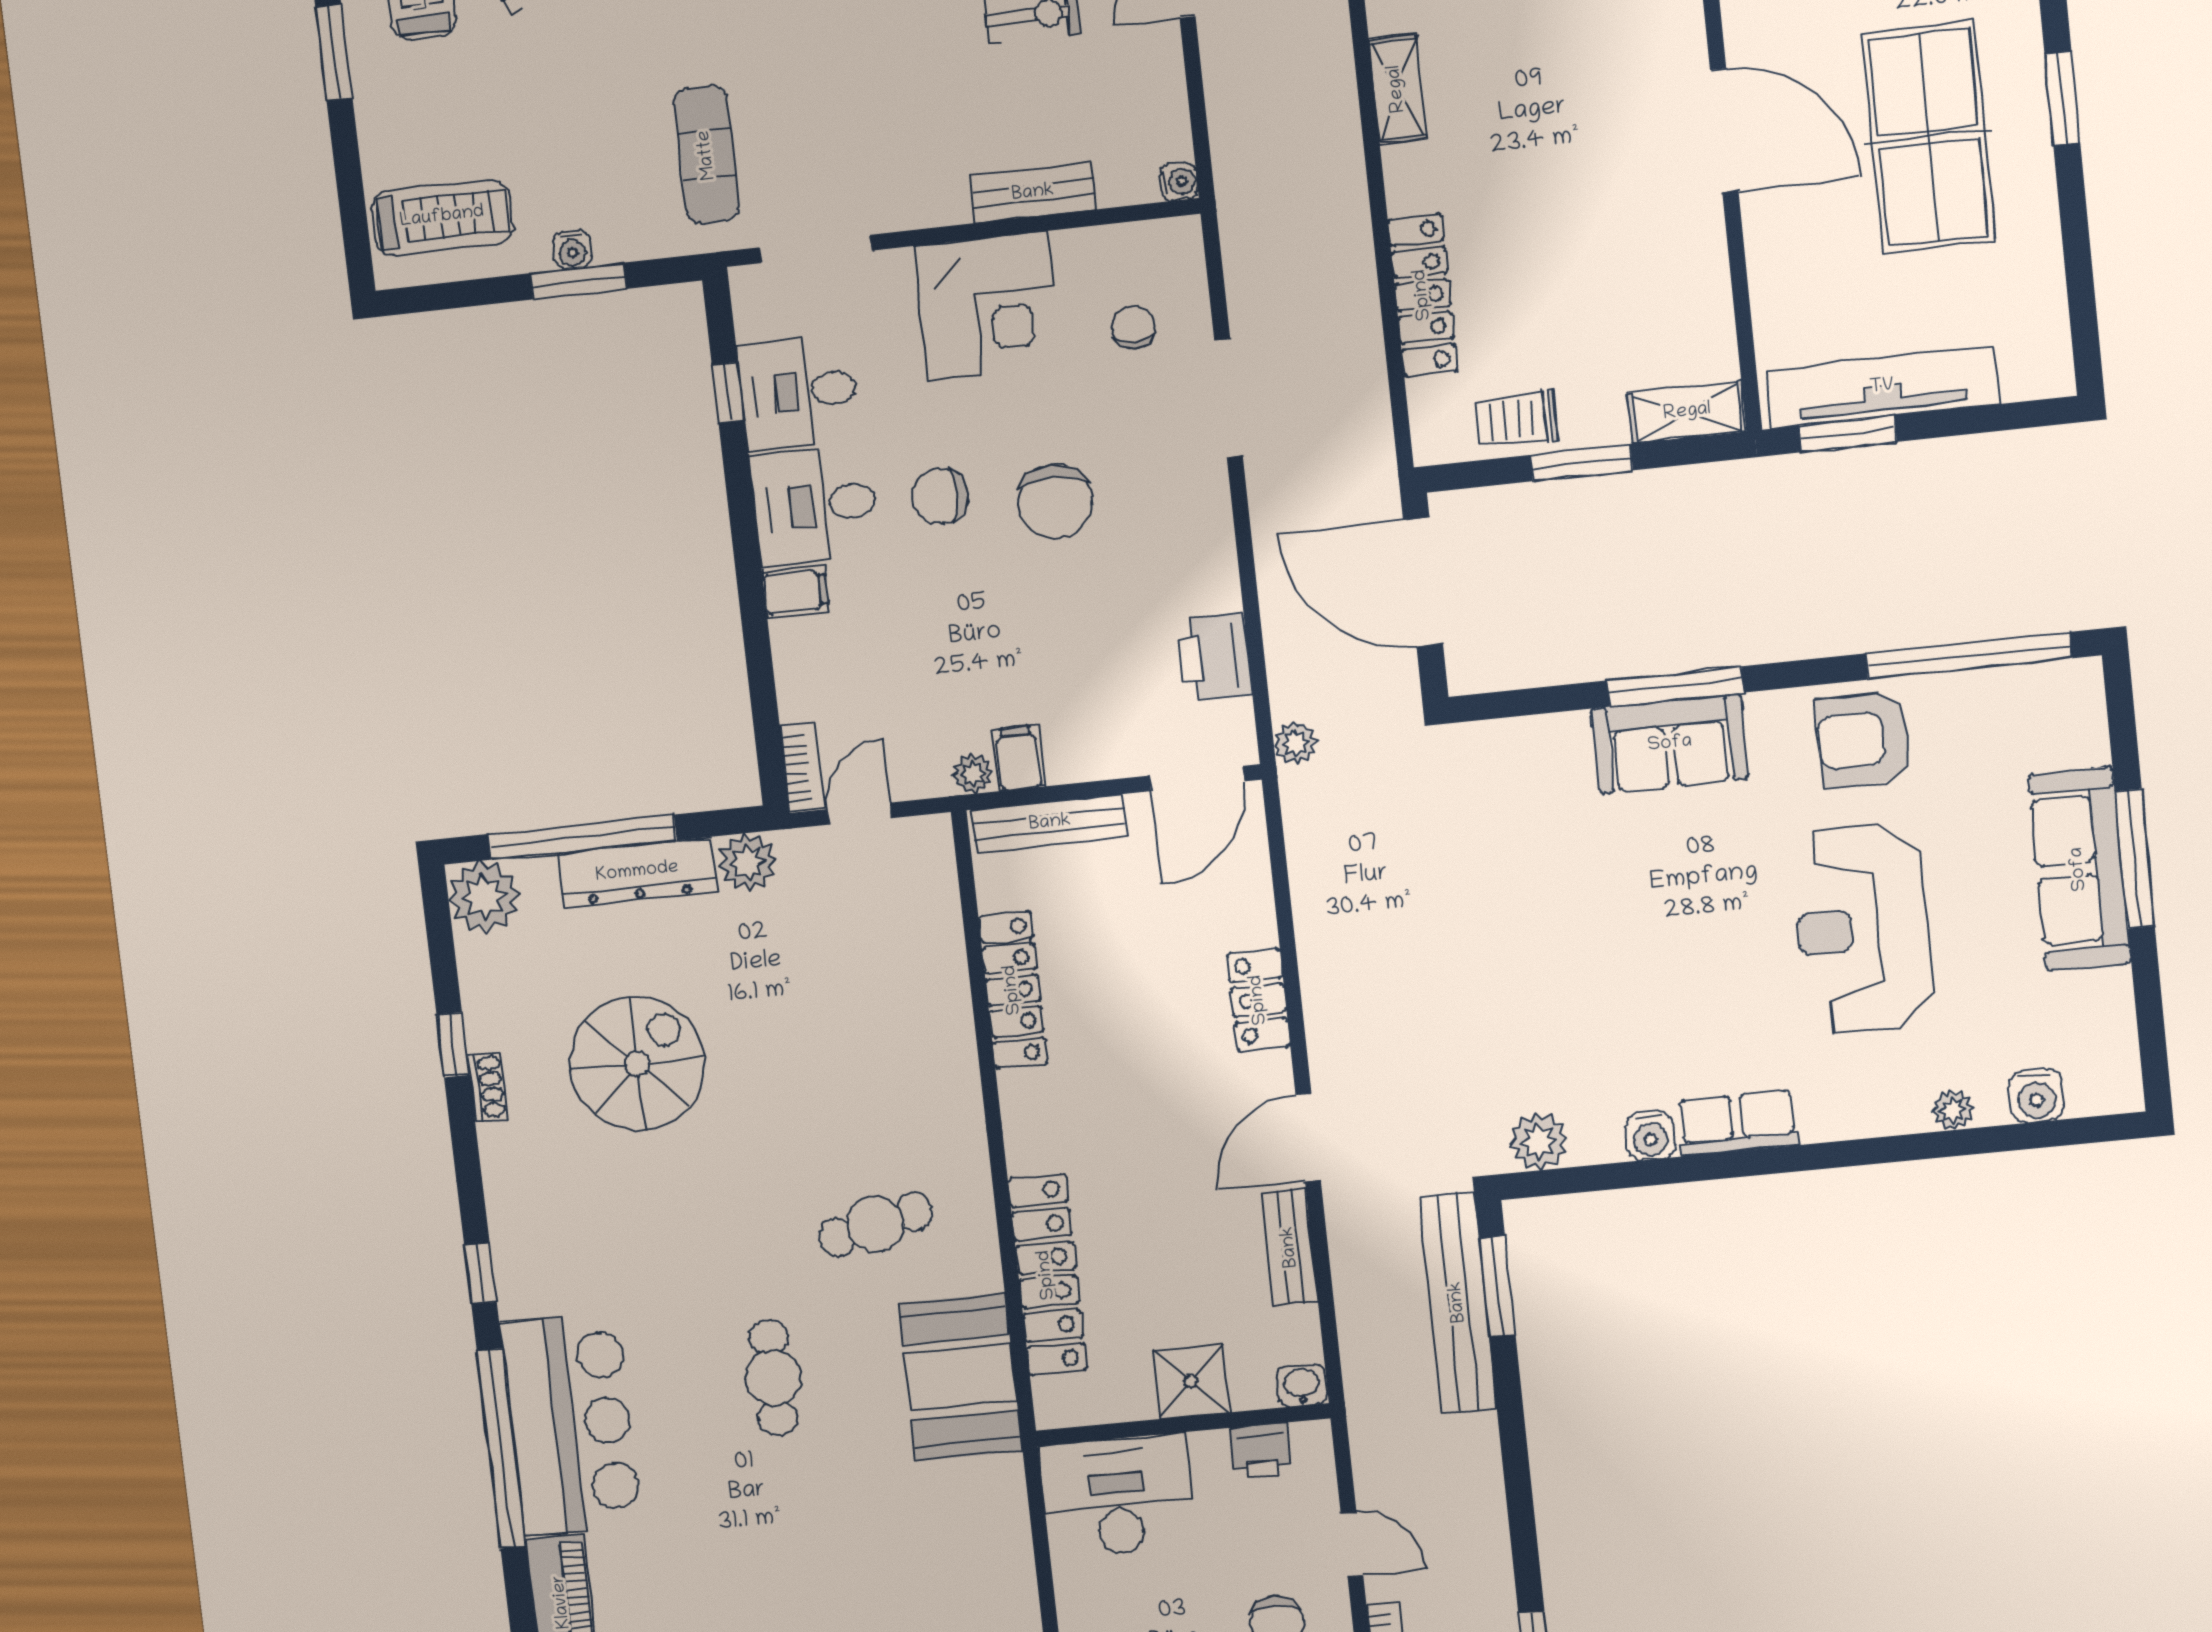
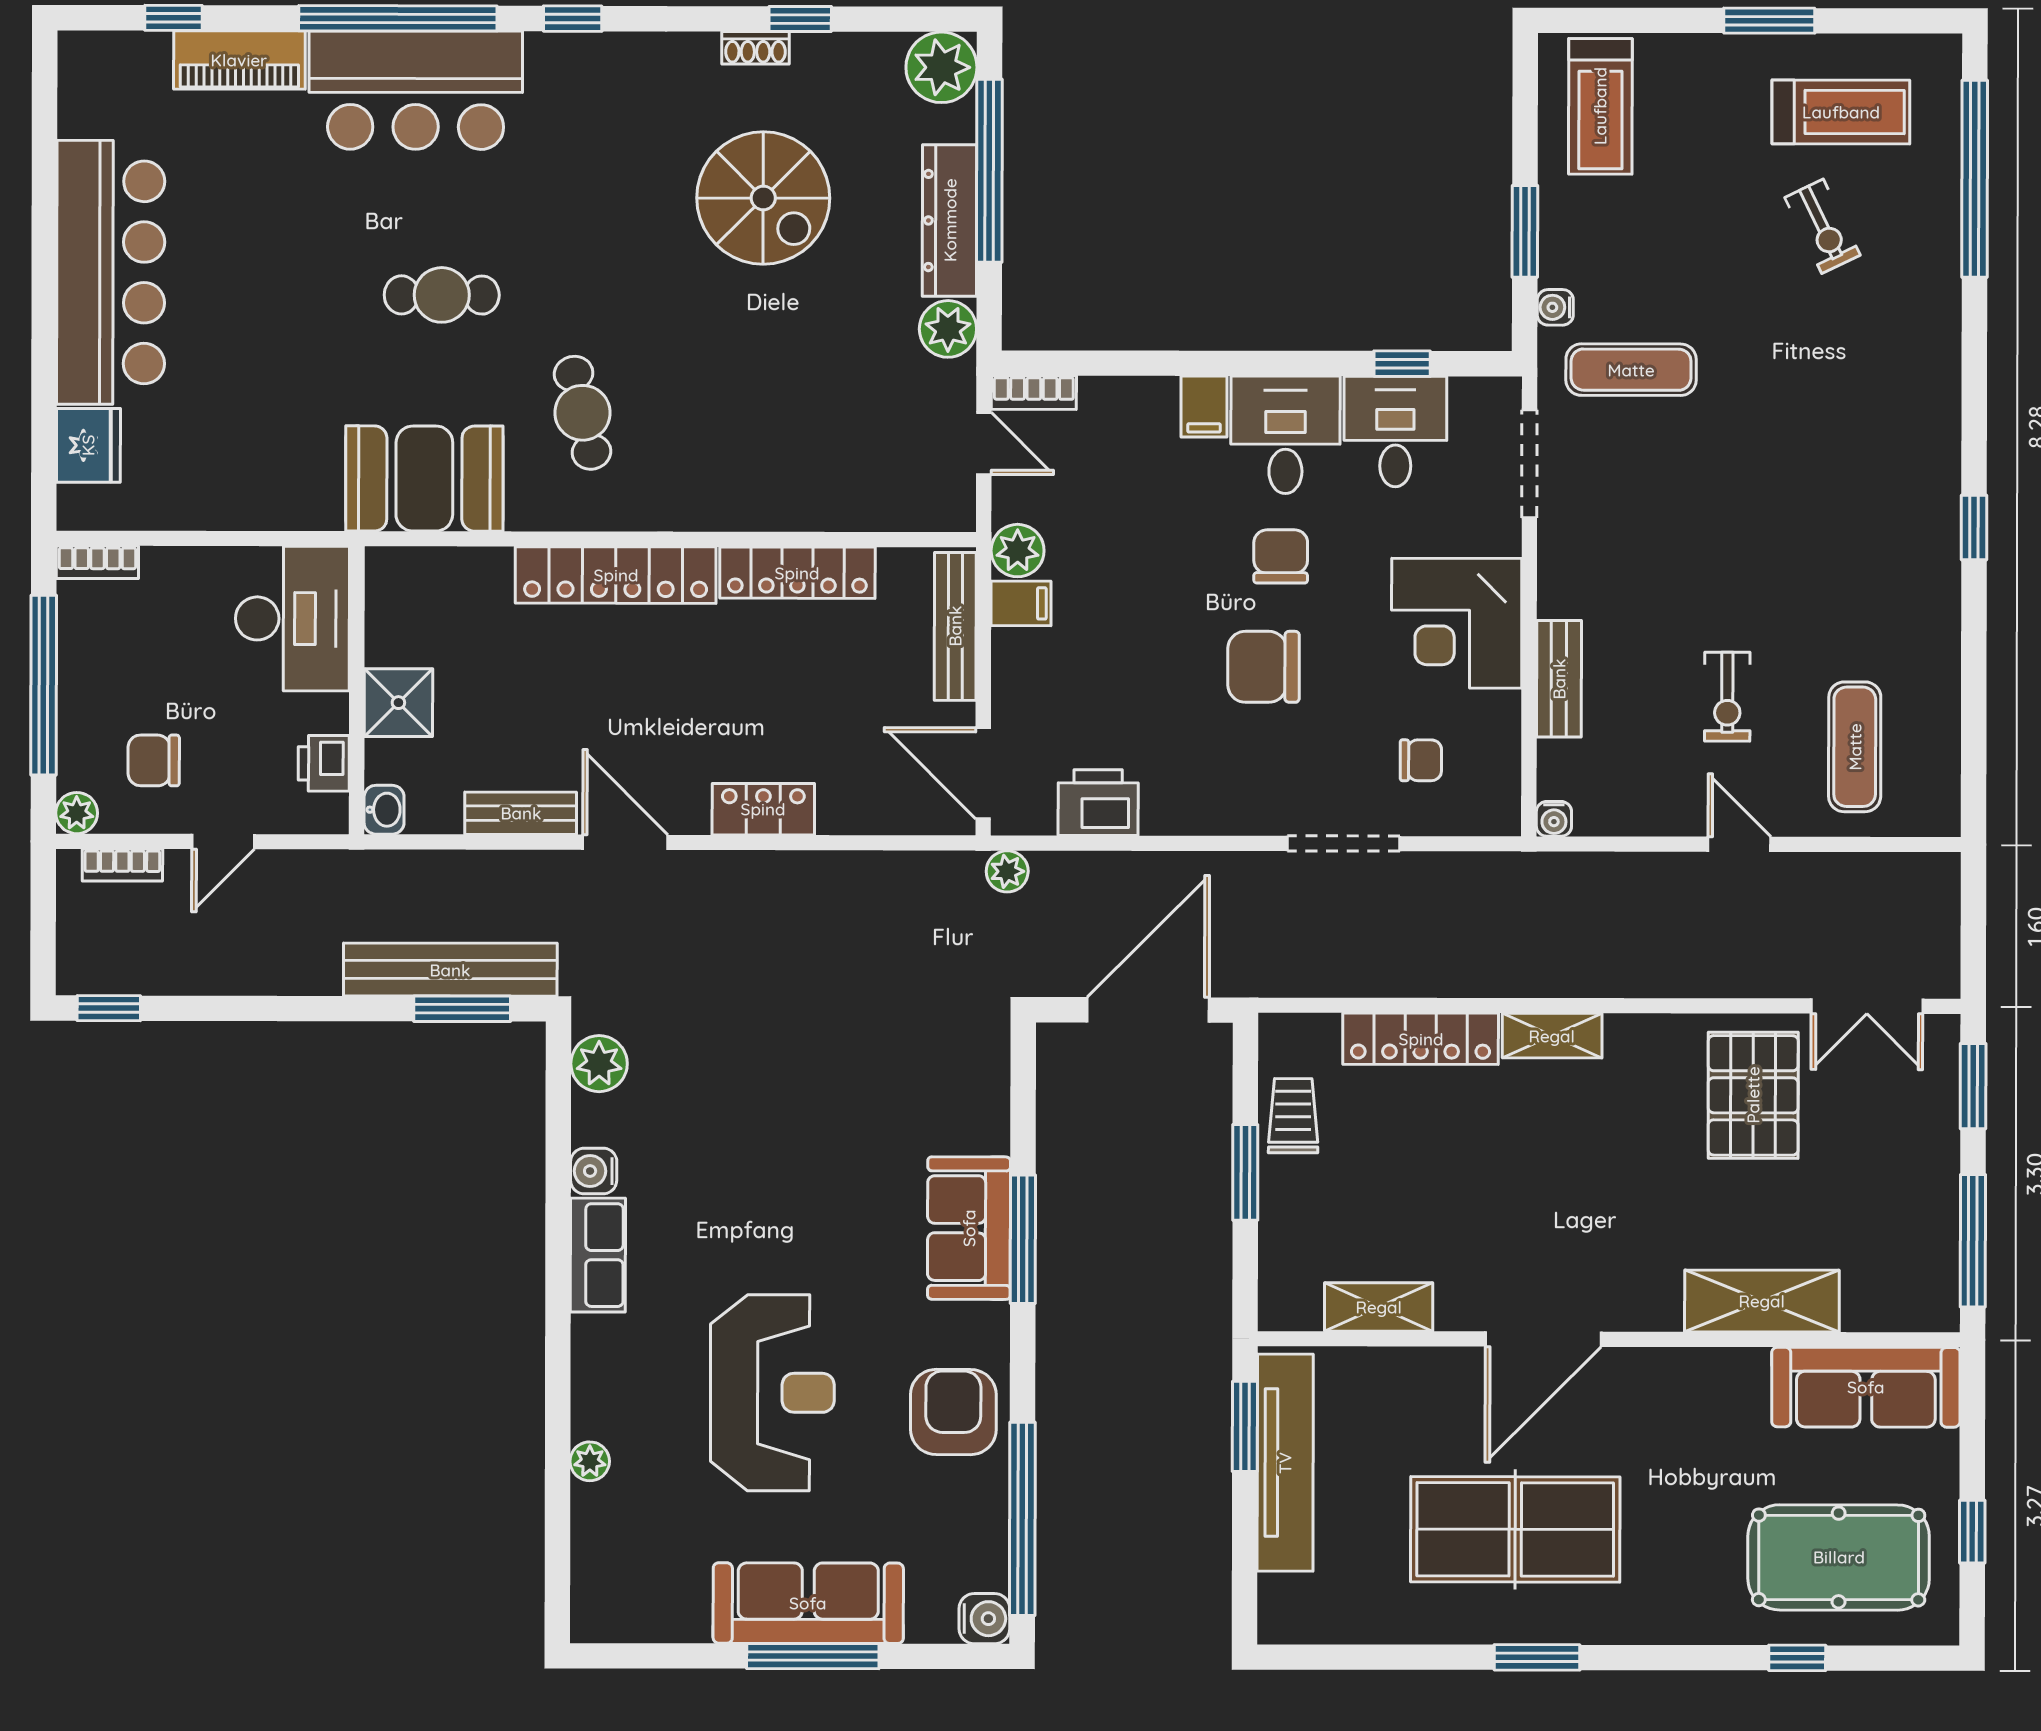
shelving: (1397, 89) -> (1552, 1036), moved
water cooler: (572, 250) -> (1555, 307), moved
shelving: (1687, 412) -> (1379, 1307), moved, turned 90
plant: (973, 774) -> (1018, 551), width x1.38, depth x1.38
reception desk: (1862, 929) -> (772, 1393), turned 90
water cooler: (2036, 1096) -> (984, 1619), moved, turned 180
locker: (1047, 1275) -> (616, 575), moved

